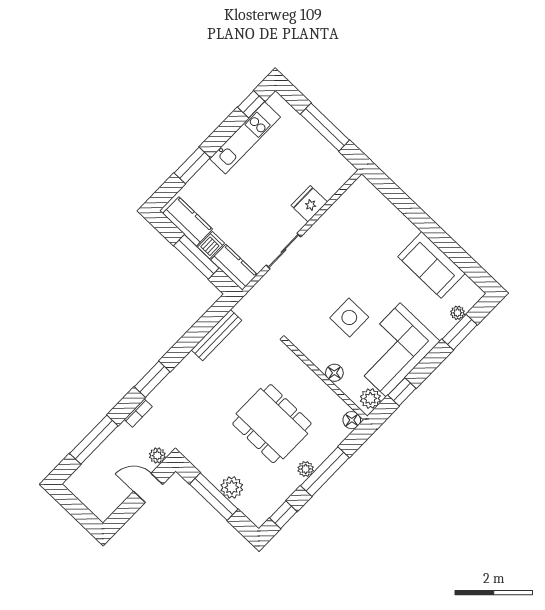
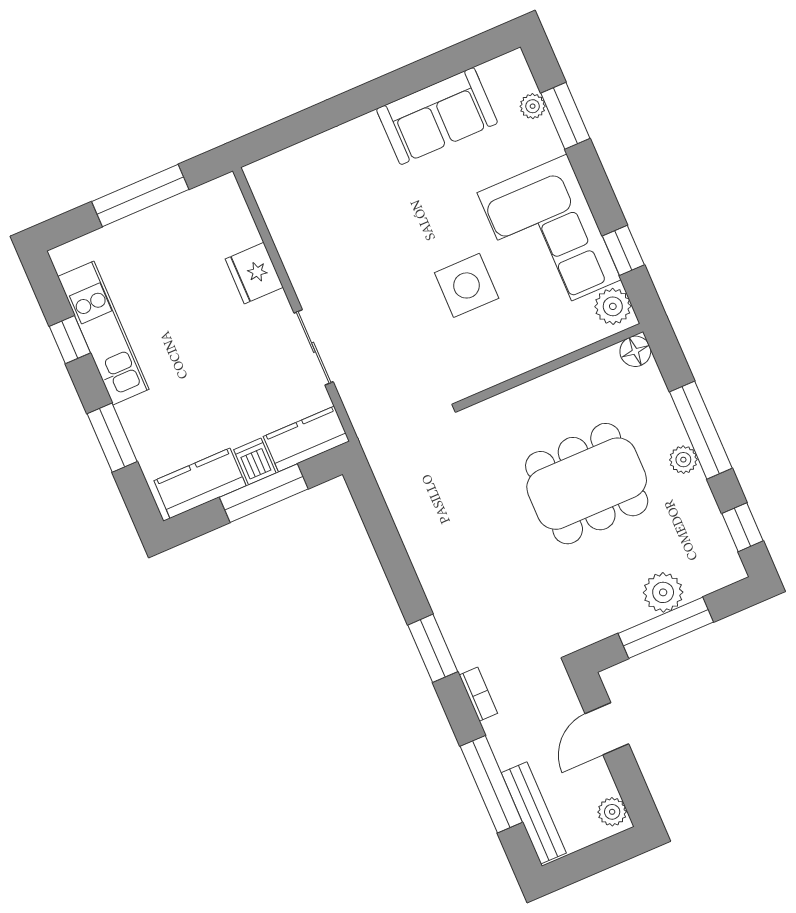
window: (251, 104) -> (70, 340), moved
bench: (216, 335) -> (534, 813), moved
floor lamp: (334, 373) -> (546, 347), removed
plant: (157, 455) -> (612, 812), moved

